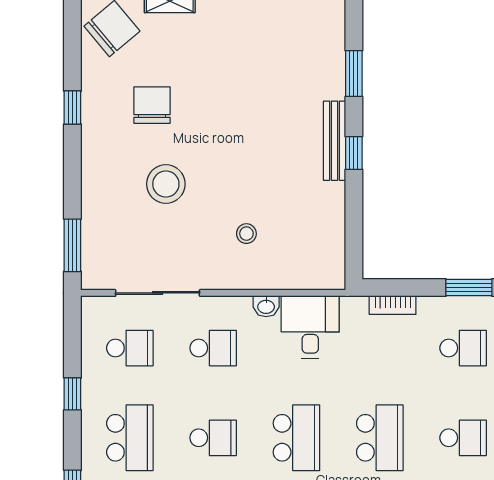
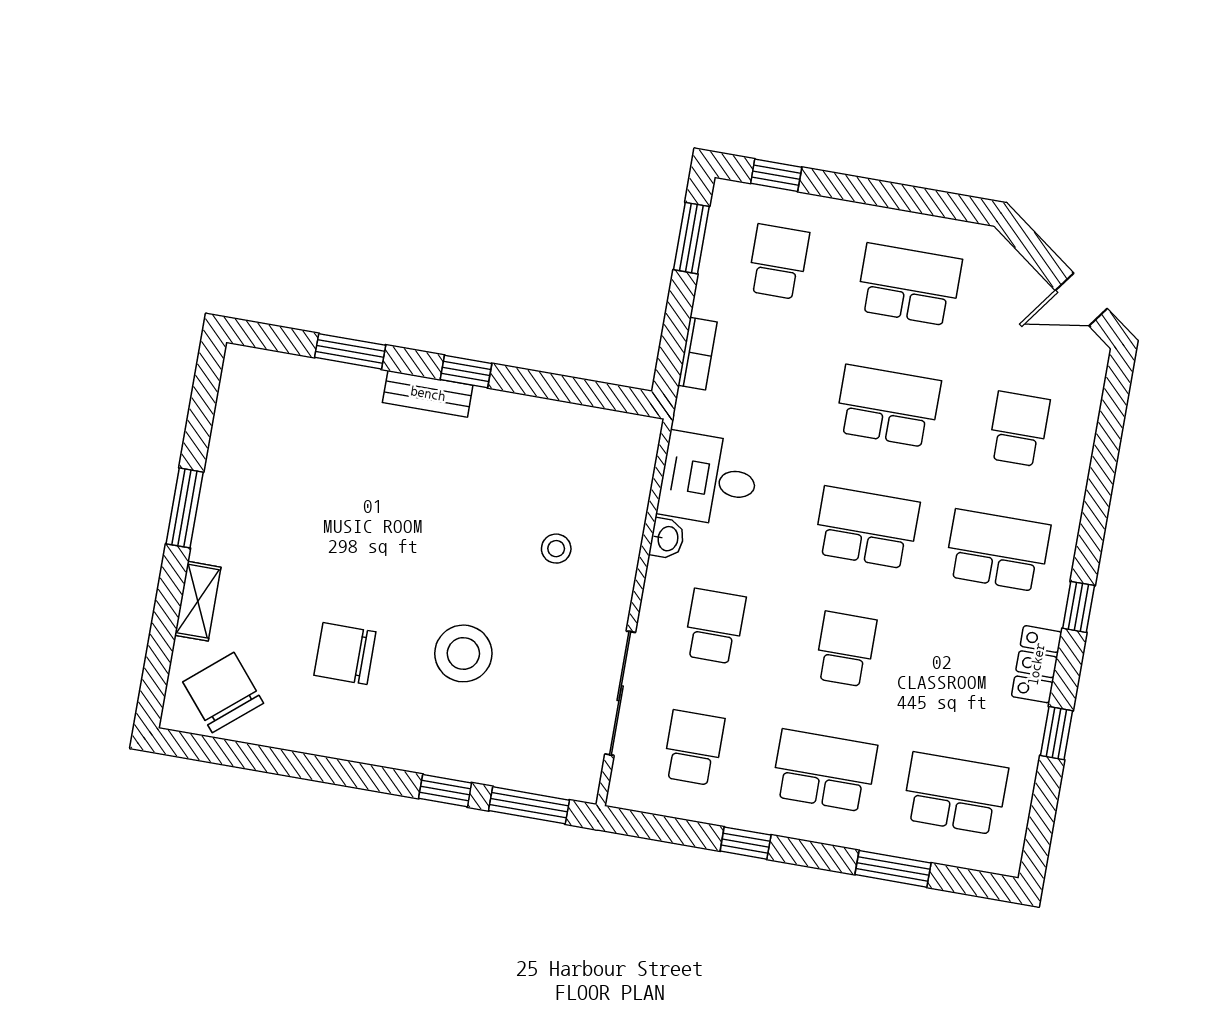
window: (72, 108) -> (445, 791), moved
bench: (335, 141) -> (428, 394), width x0.73
school desk: (463, 438) -> (909, 285), width x1.85

